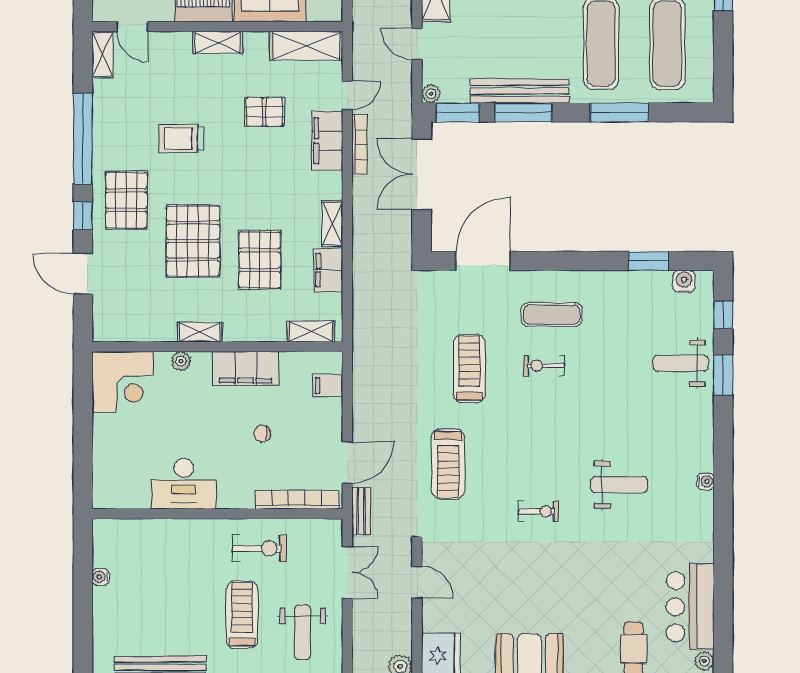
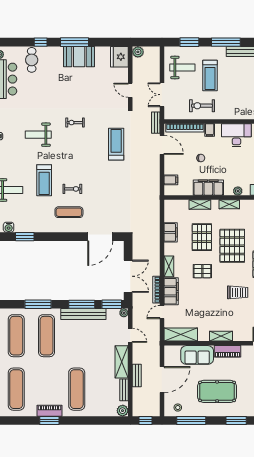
pallet: (264, 112) -> (202, 271), moved
shelving: (332, 224) -> (169, 266), moved
shelving: (311, 332) -> (200, 204), moved
treadmill: (469, 369) -> (44, 180), moved
door: (347, 462) -> (162, 145), swing flipped
filing cabinet: (243, 495) -> (210, 130), added
weight bench: (303, 632) -> (182, 67), turned 90

